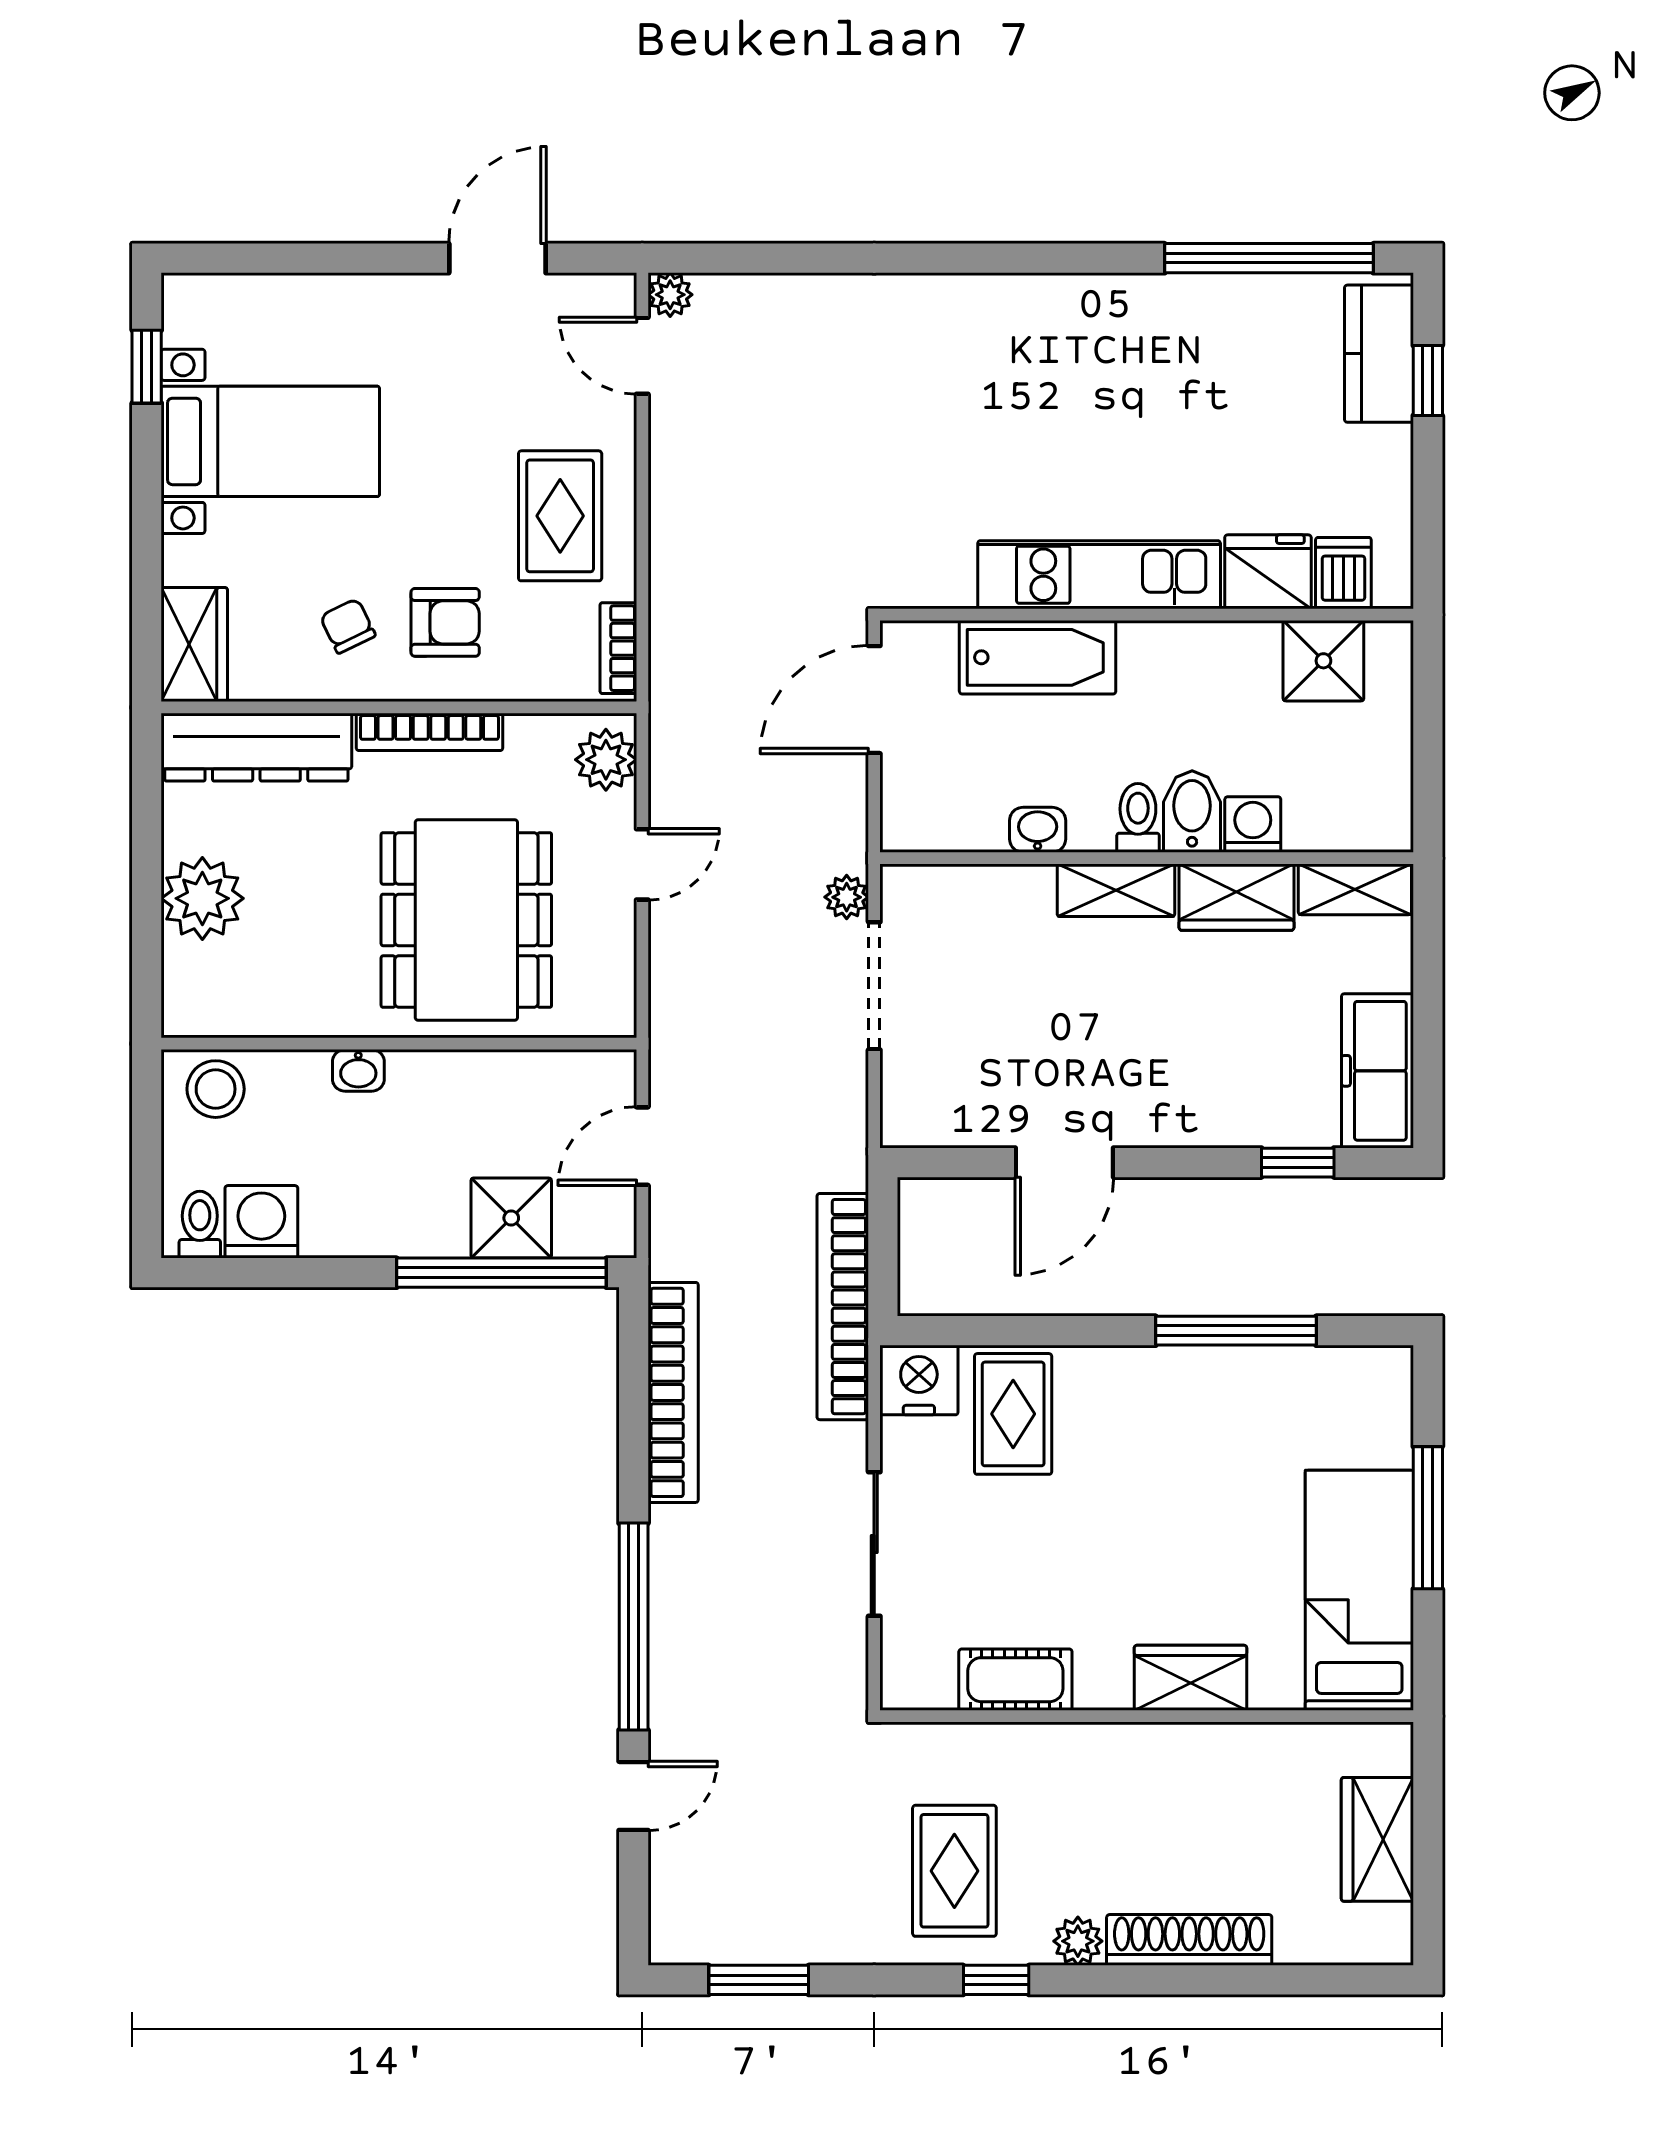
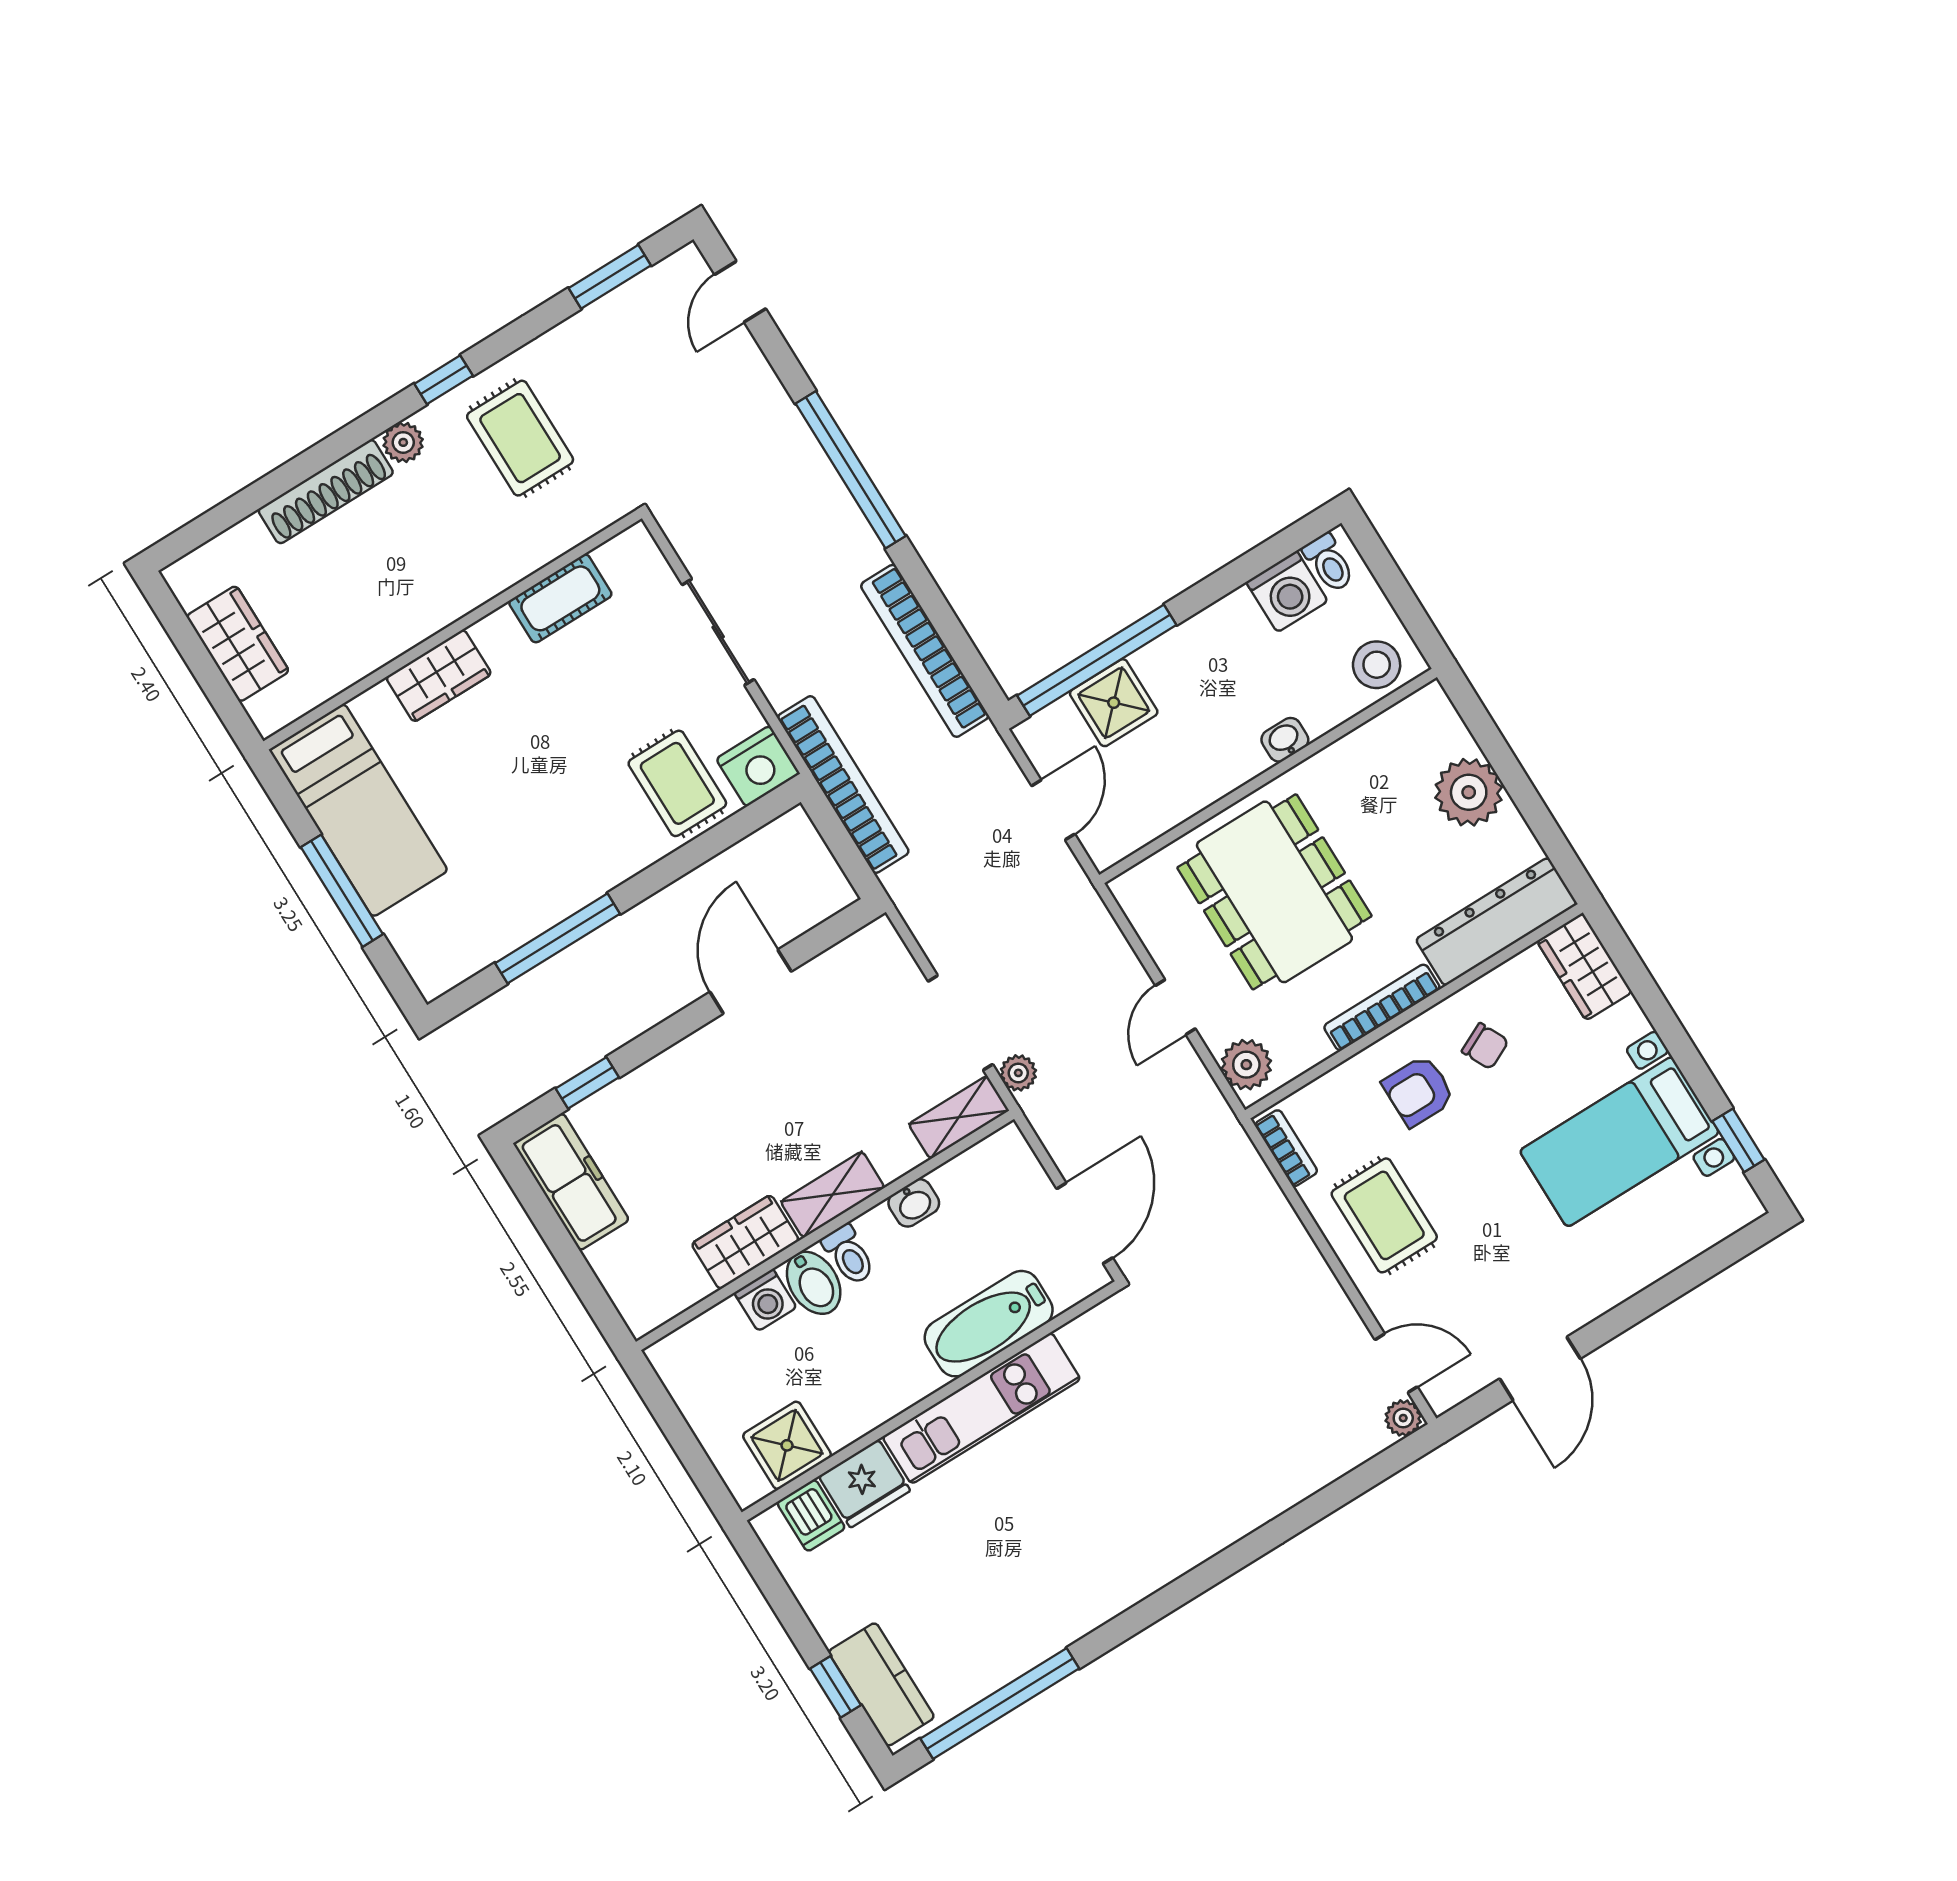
shelving: (1355, 889) -> (959, 1117), moved
door: (634, 1796) -> (740, 292), moved

